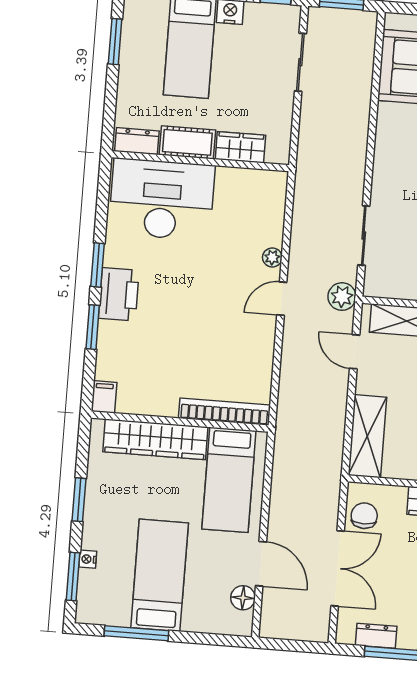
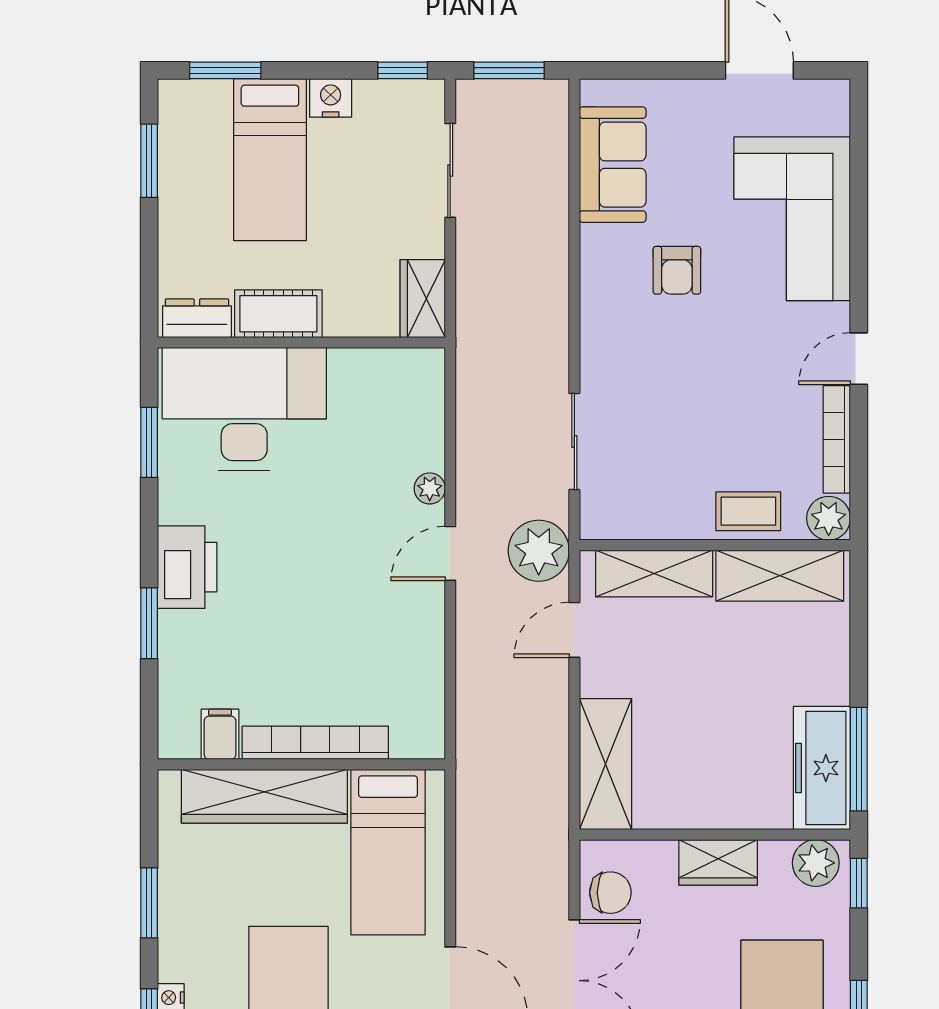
wardrobe: (240, 147) -> (423, 299), moved, turned -90
window: (98, 265) -> (149, 442), moved
plant: (342, 297) -> (539, 551), width x1.36, depth x1.36
door: (355, 352) -> (574, 630), hinge flipped
filing cabinet: (104, 397) -> (220, 734), moved
bookcase: (224, 412) -> (315, 743), moved
chair: (364, 516) -> (610, 893), turned 90

